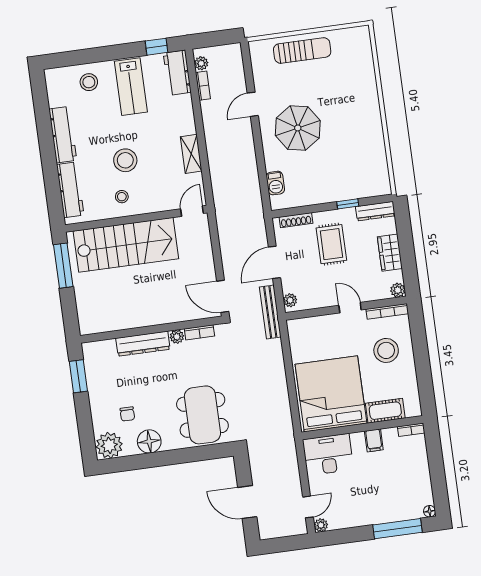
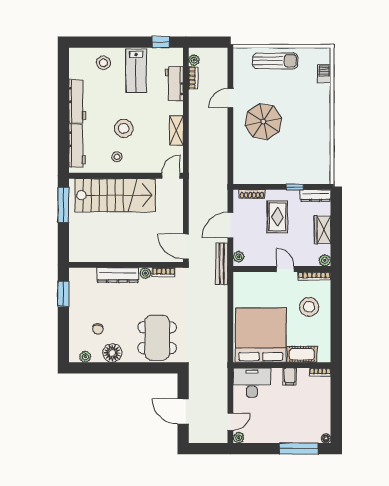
workbench: (177, 73) -> (174, 83), moved
barbecue: (275, 183) -> (324, 73), moved, turned 180
plant: (109, 445) -> (85, 357), width x0.53, depth x0.53

